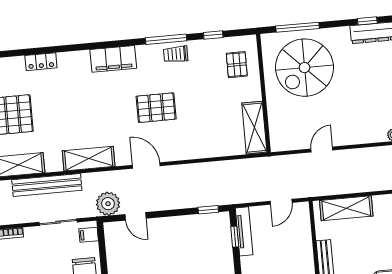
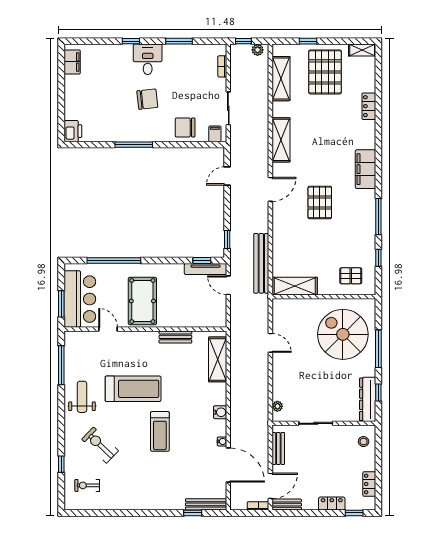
window: (297, 27) -> (378, 349), moved
trolley: (176, 54) -> (365, 224), removed
bench: (47, 185) -> (261, 263), moved
door: (281, 202) -> (228, 285), moved
plant: (108, 204) -> (240, 153), removed

